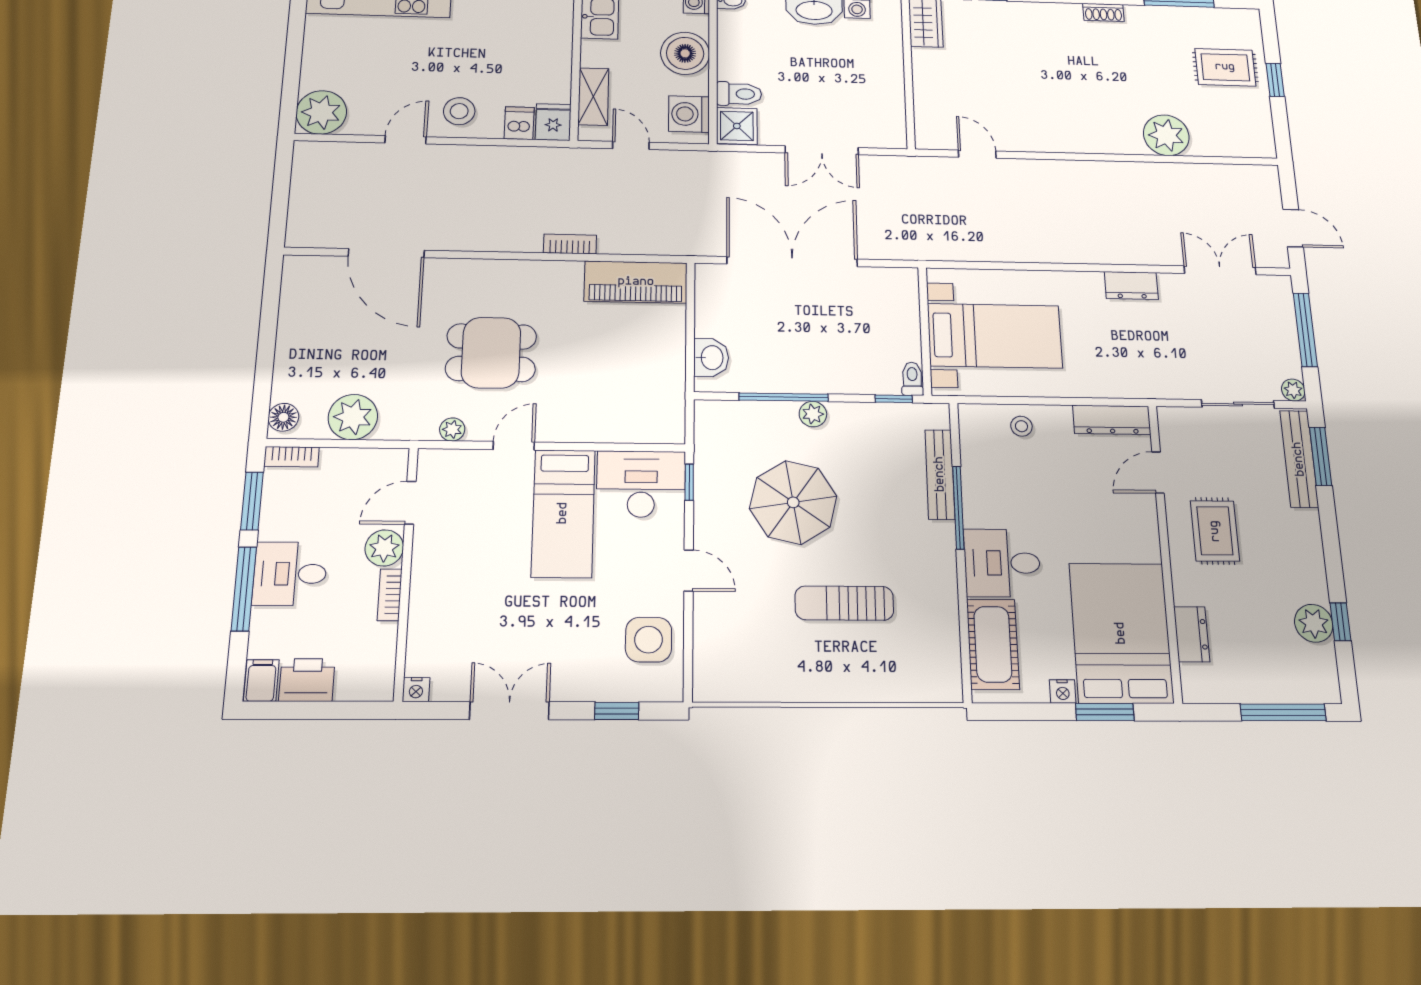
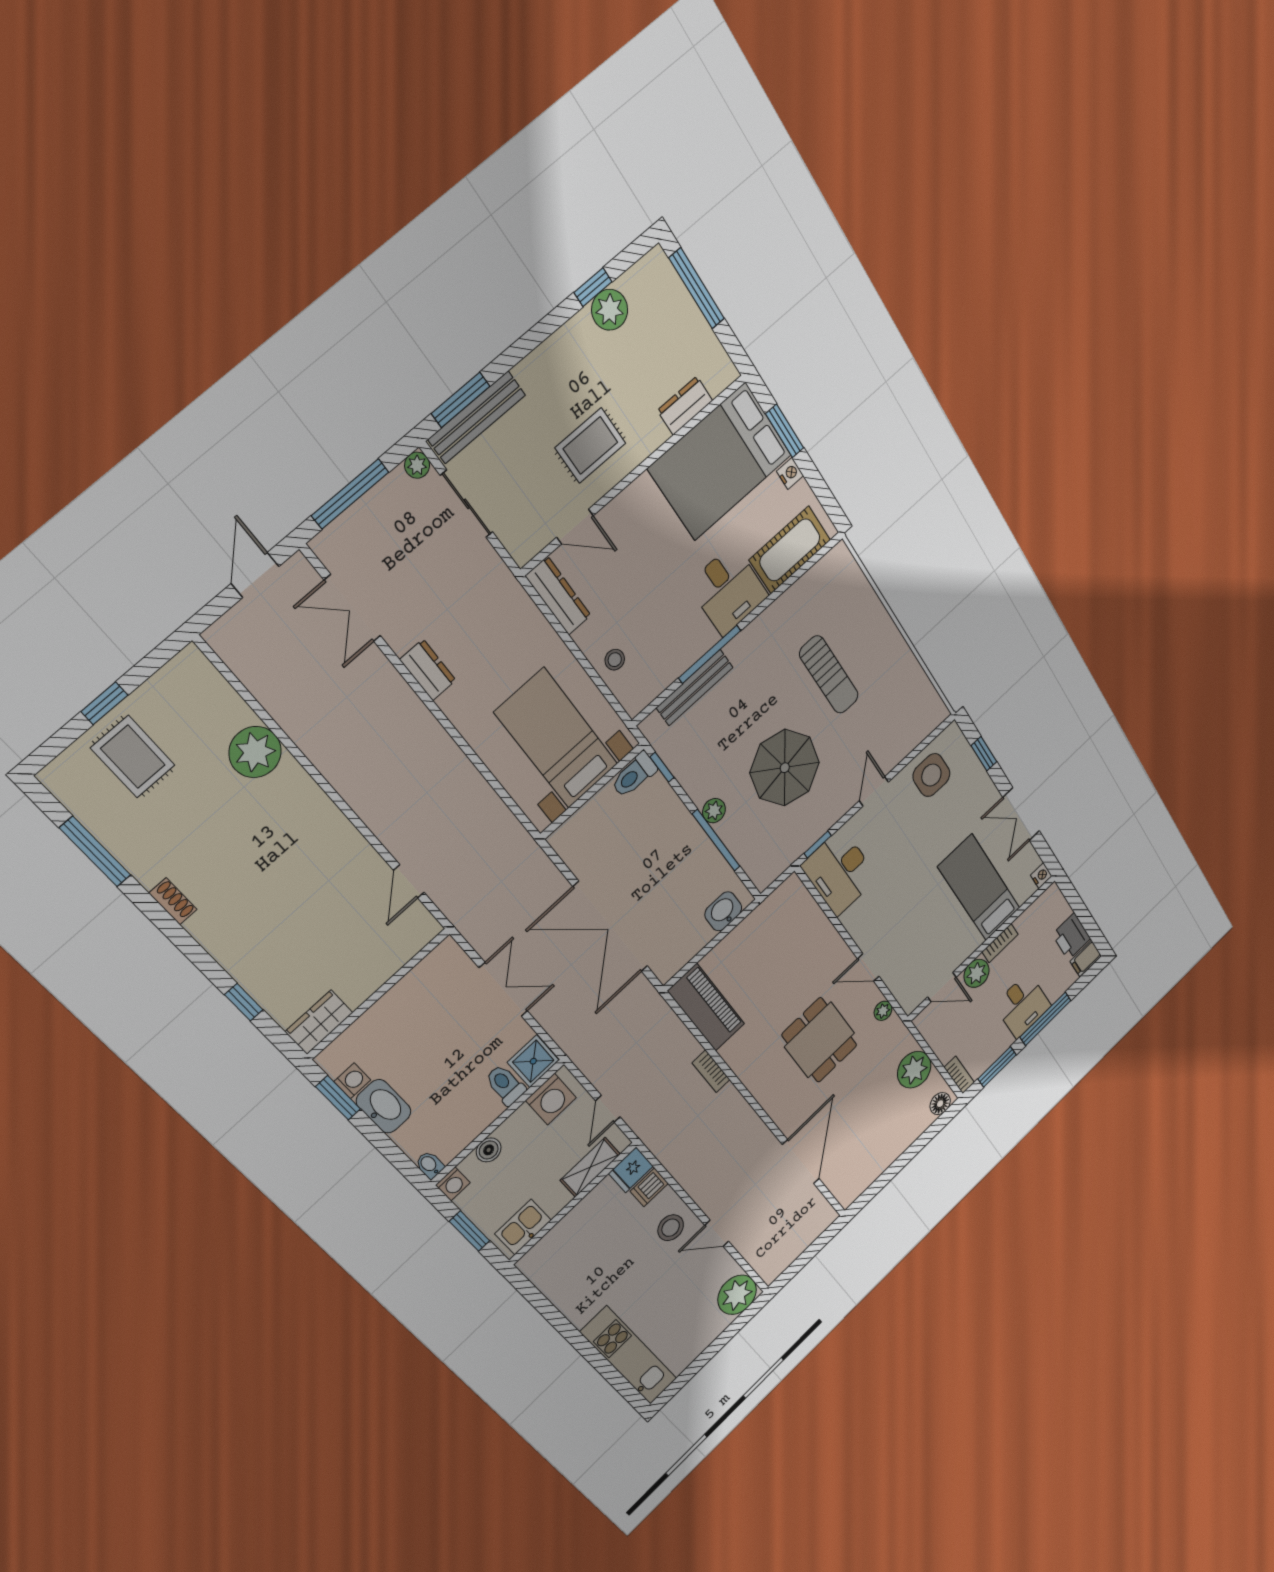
boiler: (685, 53) -> (489, 1150), width x0.54, depth x0.54
toilet: (912, 379) -> (634, 775), width x1.37, depth x1.39
bed: (563, 513) -> (979, 888), moved, turned -90

